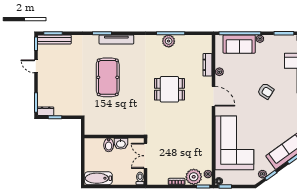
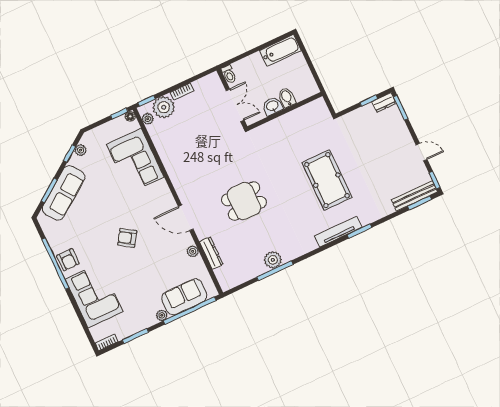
armchair: (266, 91) -> (127, 238), moved
corner sofa: (234, 143) -> (135, 161), width x0.73, depth x0.74

